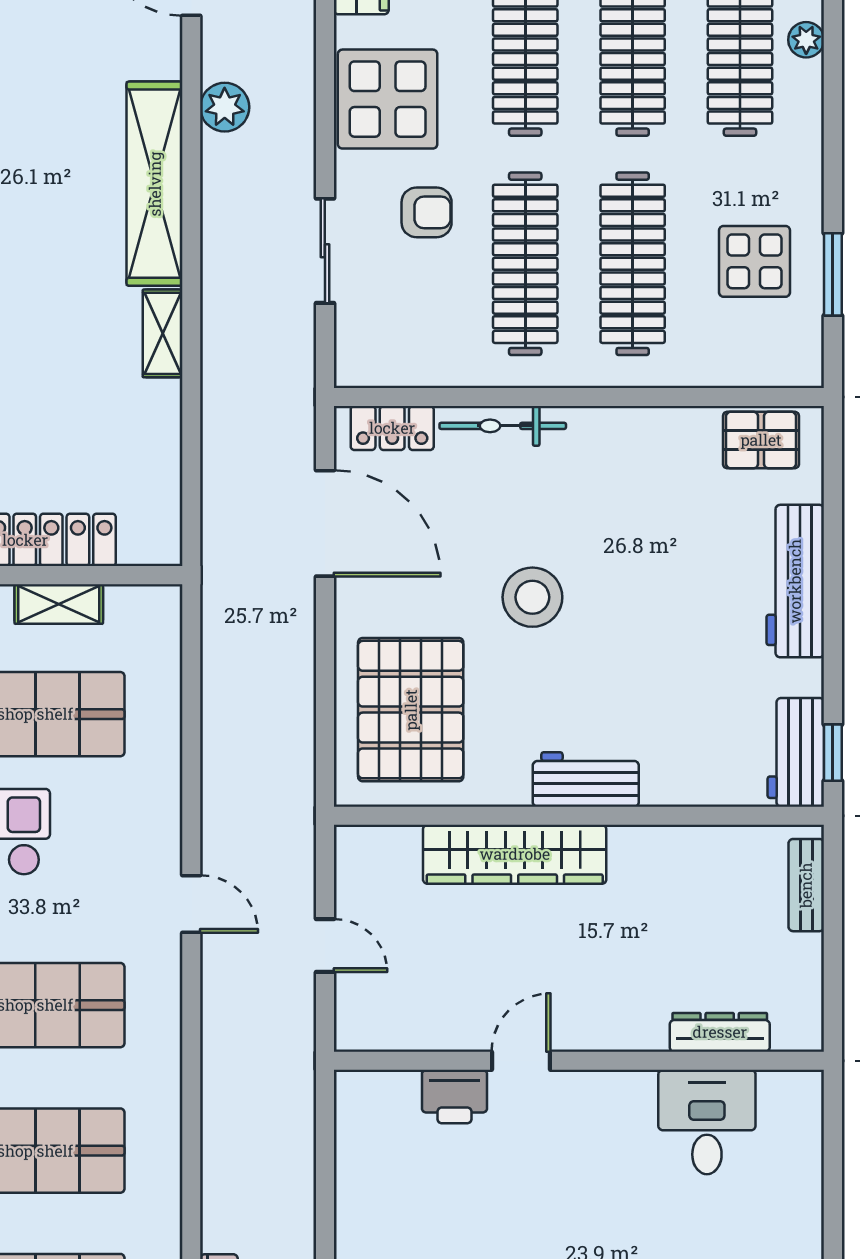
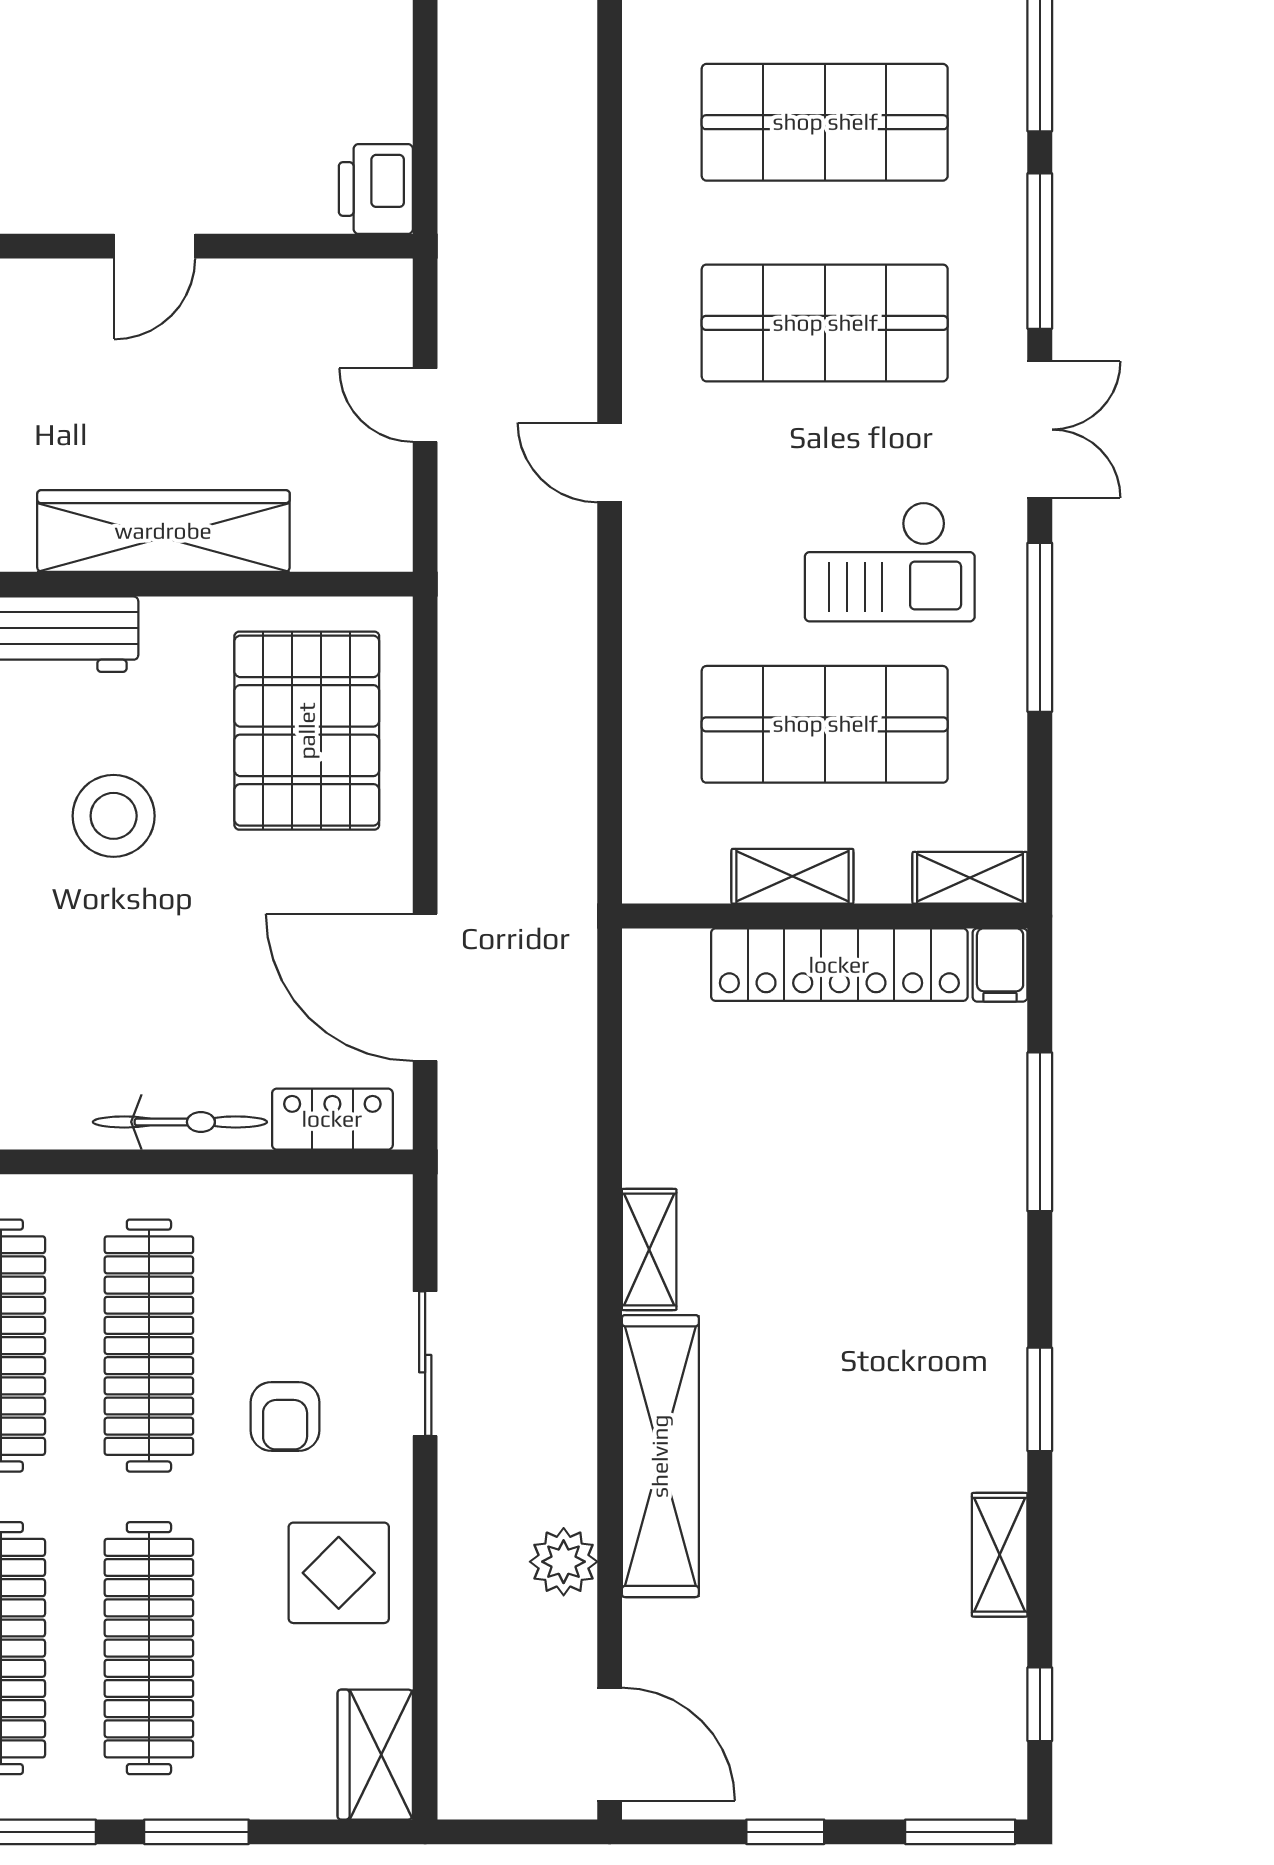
display table: (388, 99) -> (339, 1573), width x0.73, depth x0.73
armchair: (427, 212) -> (285, 1416), turned -90
stool: (532, 597) -> (114, 816), moved
printer: (454, 1097) -> (376, 189), moved, turned -90

